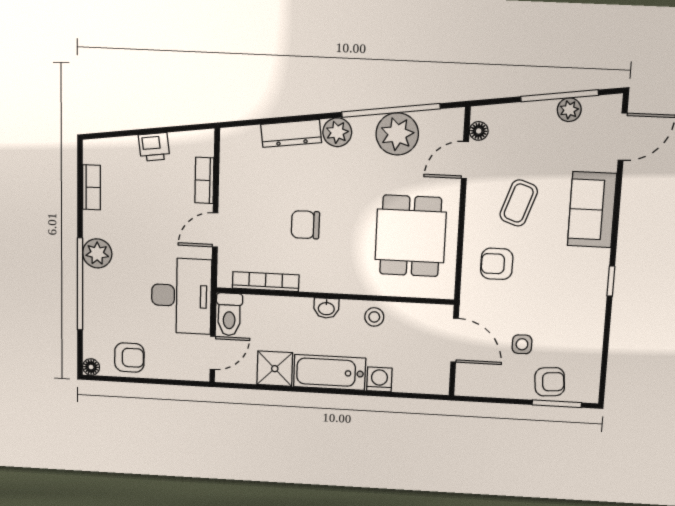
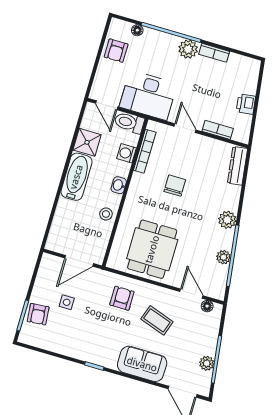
dresser: (291, 133) -> (237, 166), moved
plant: (397, 134) -> (223, 257), width x0.53, depth x0.53
bookcase: (92, 187) -> (214, 53), moved
dining table: (411, 236) -> (152, 249), turned 90
floor lamp: (91, 367) -> (137, 30), moved
washing machine: (379, 379) -> (126, 153), moved, turned 180

